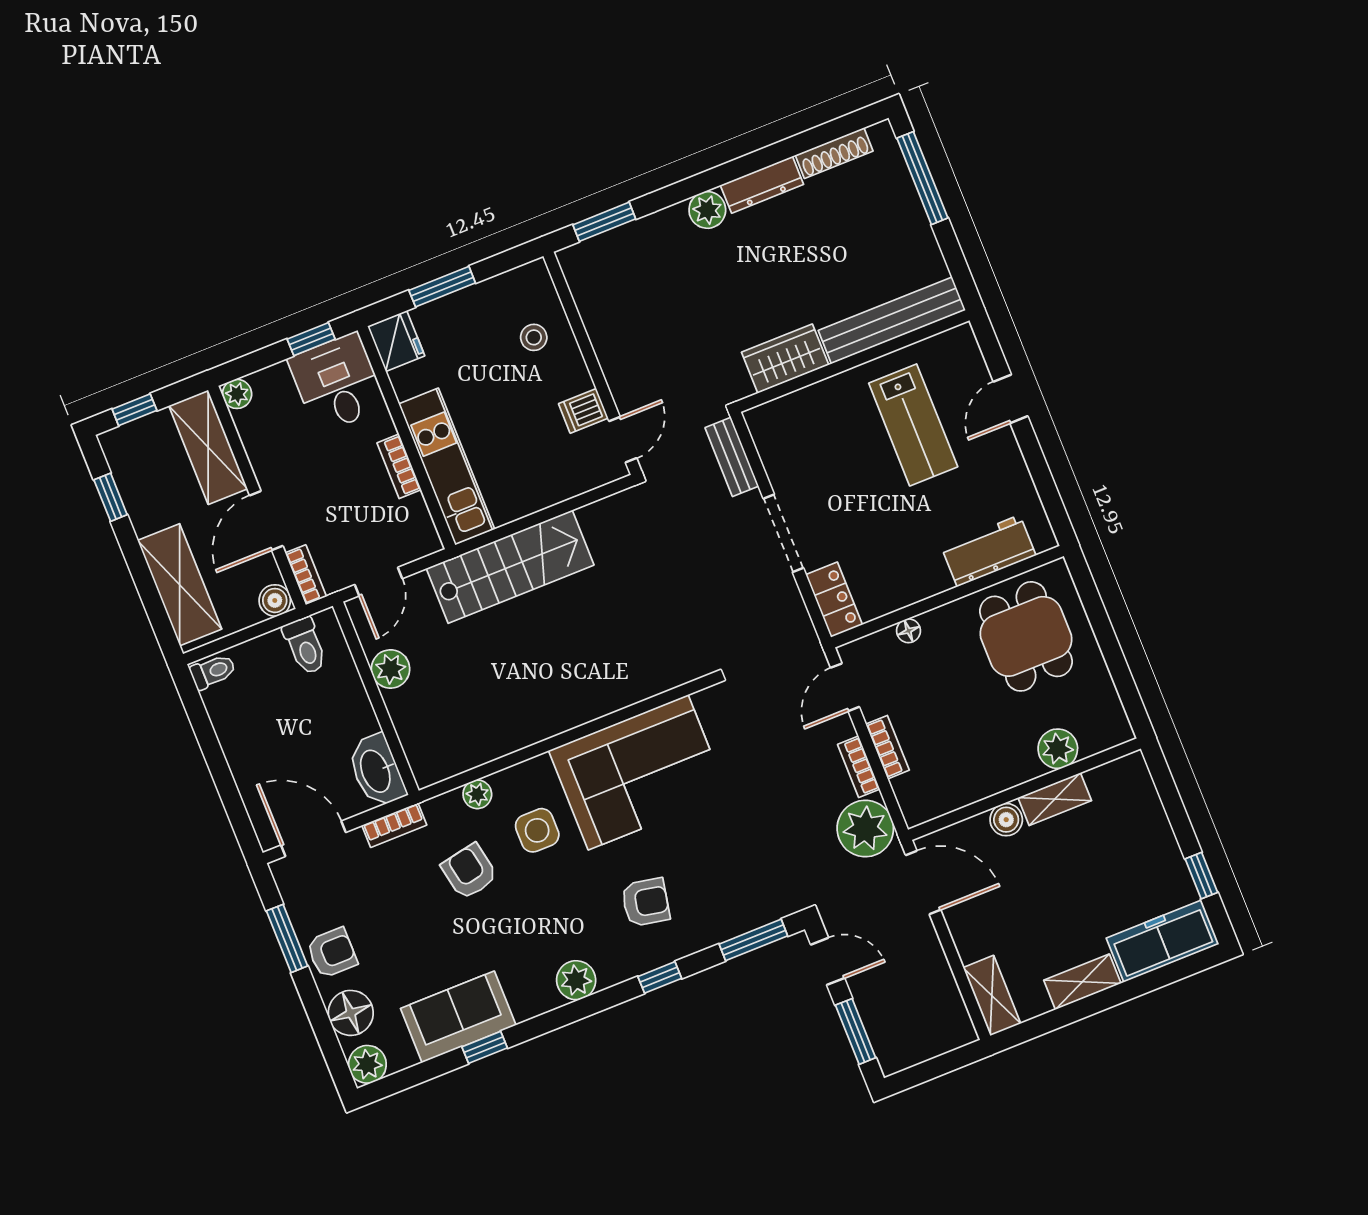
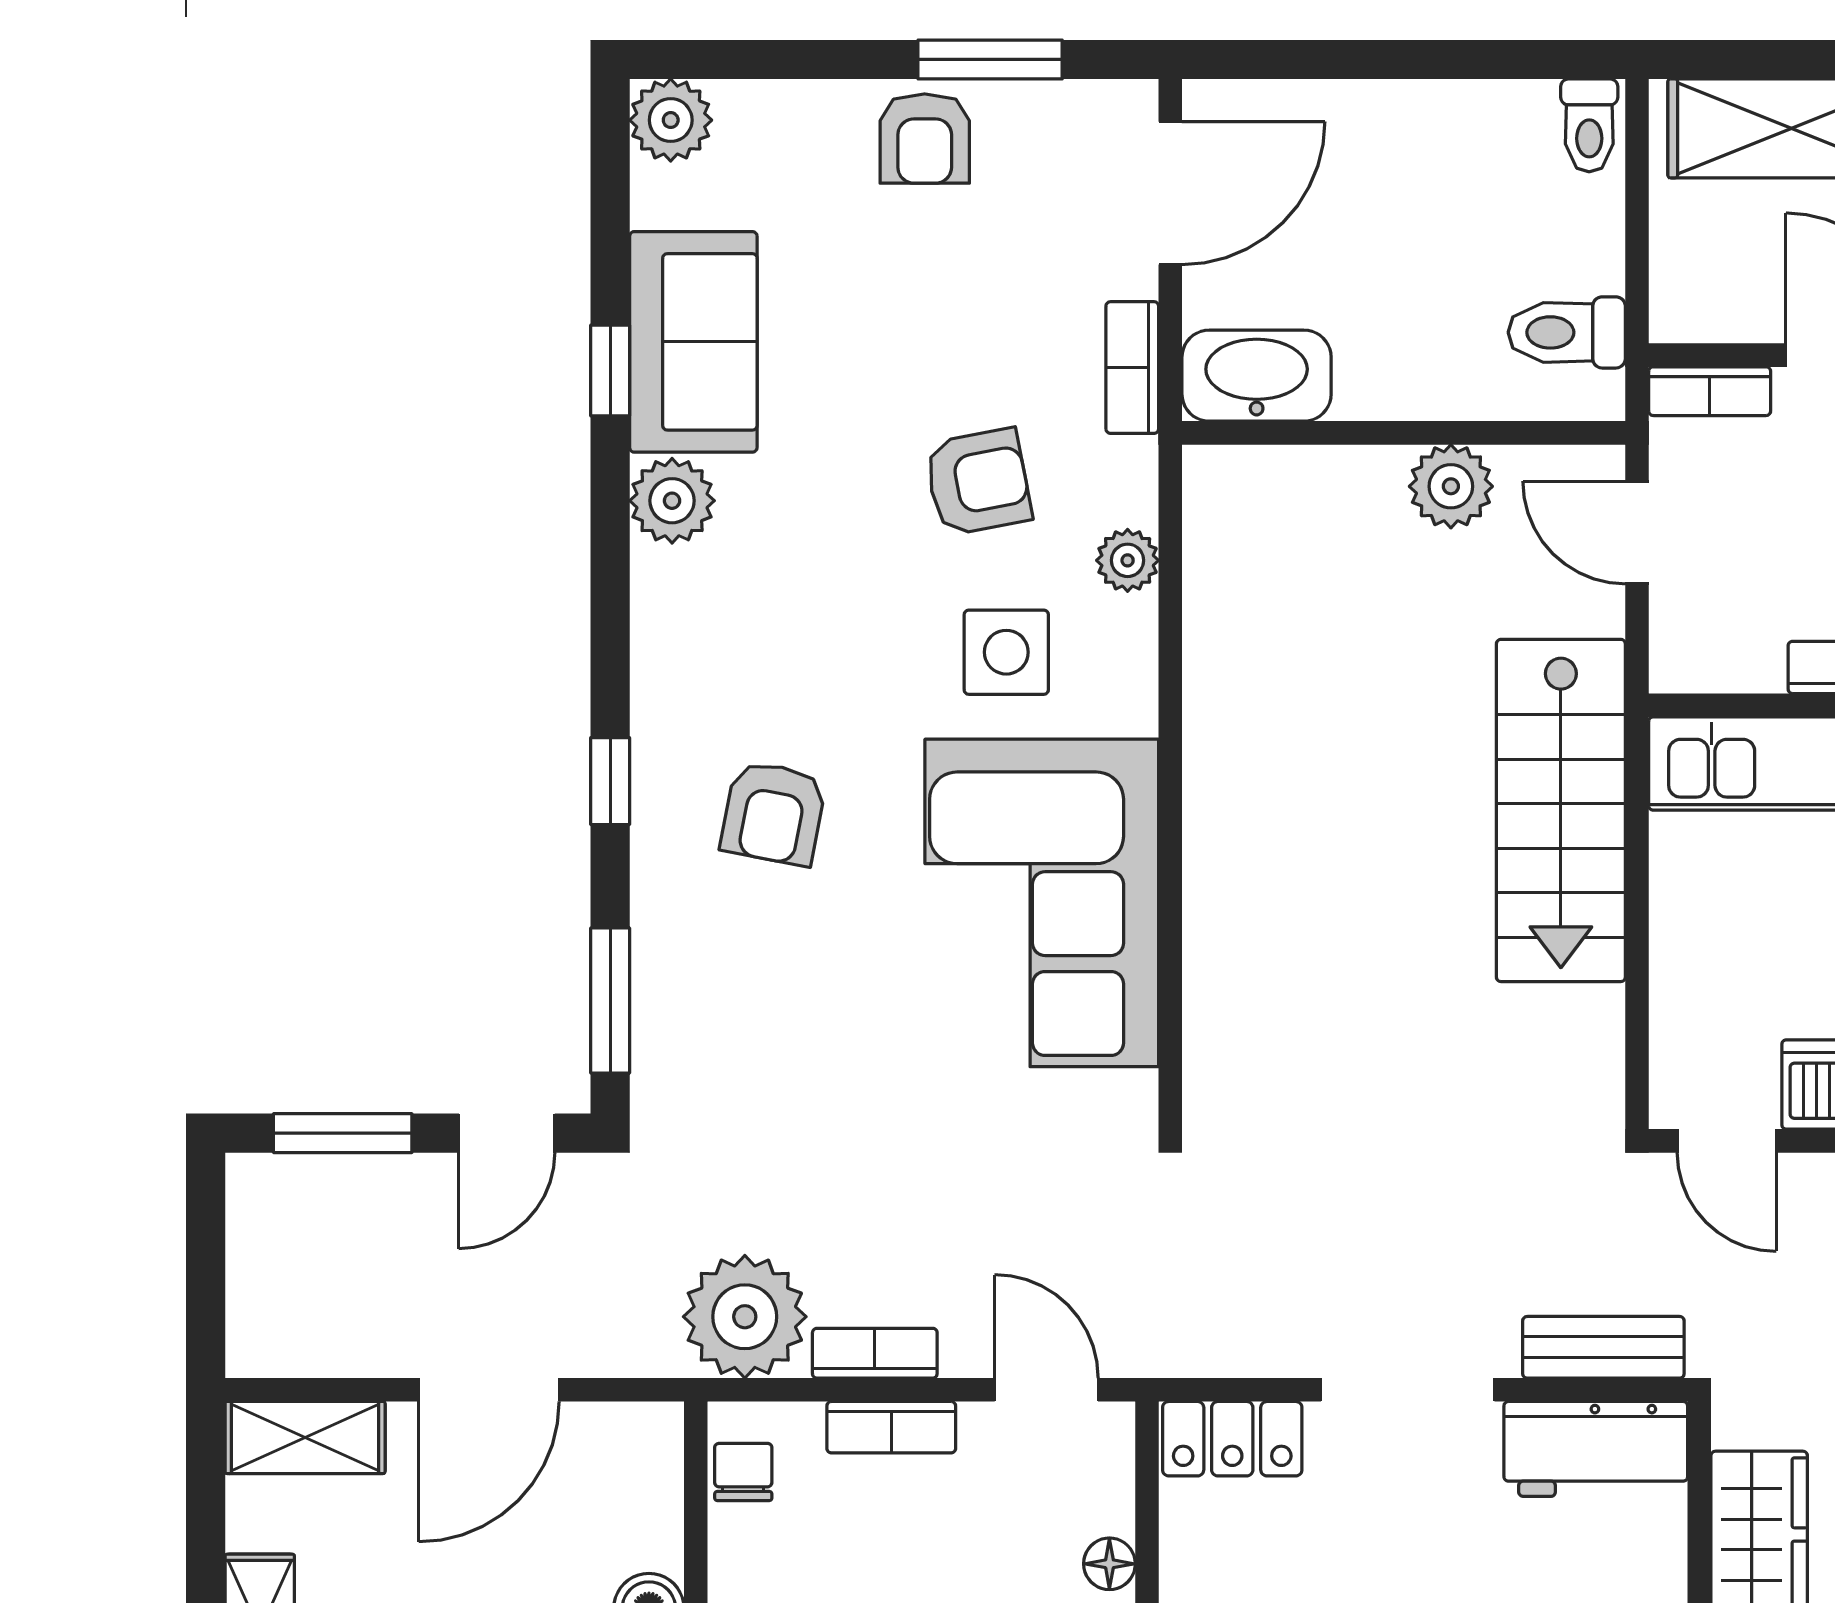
workbench: (777, 443) -> (1596, 1449), added
boiler: (275, 600) -> (1683, 308), removed
chair: (932, 803) -> (743, 1472), added
door: (923, 882) -> (489, 1390), moved
plant: (576, 980) -> (672, 501), moved
floor lamp: (351, 1013) -> (788, 128), removed

